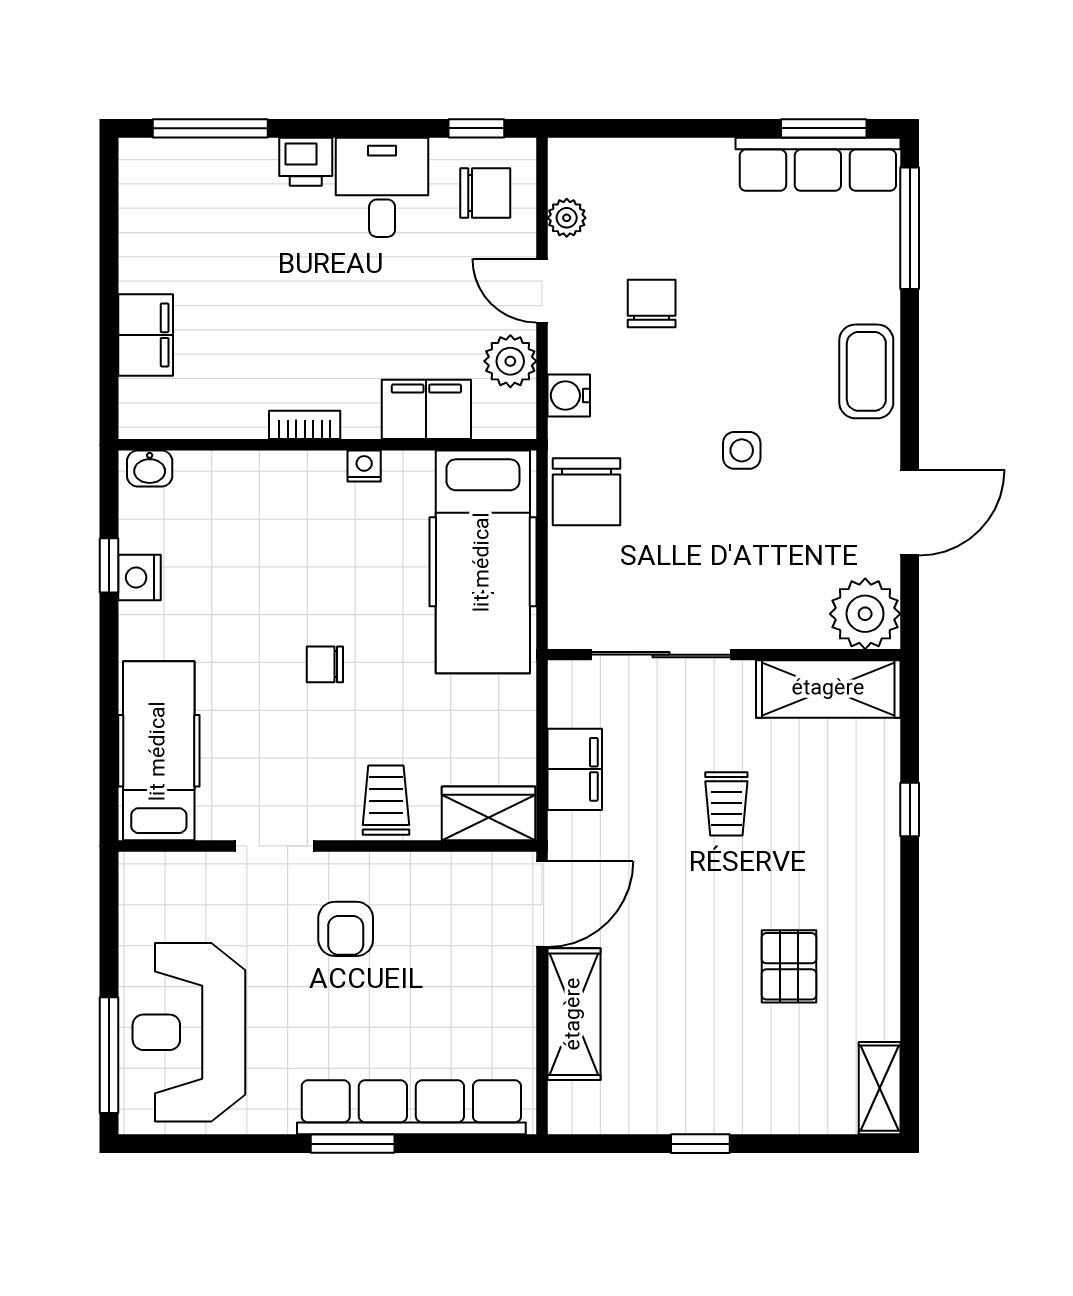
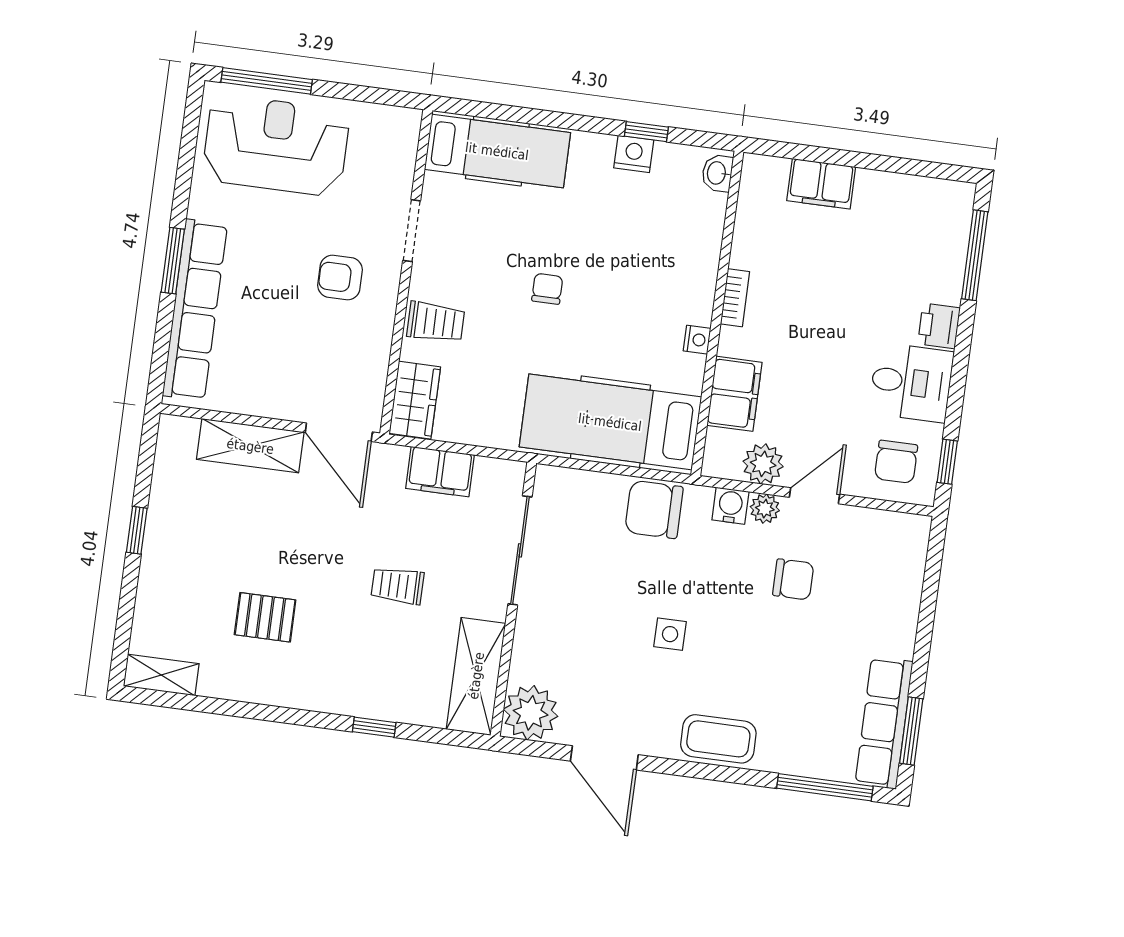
plant: (567, 218) -> (765, 509), moved

